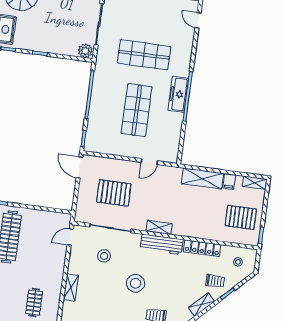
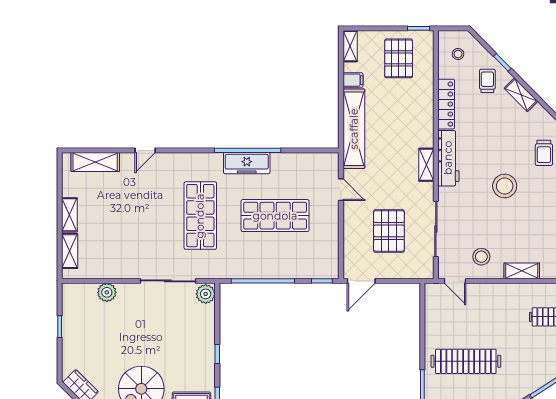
shelving: (203, 179) -> (354, 129), width x1.47
stool: (104, 256) -> (481, 257), moved

